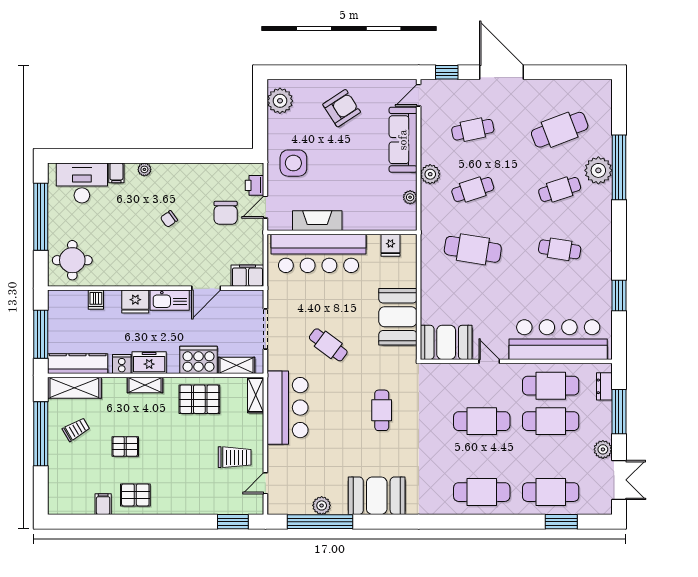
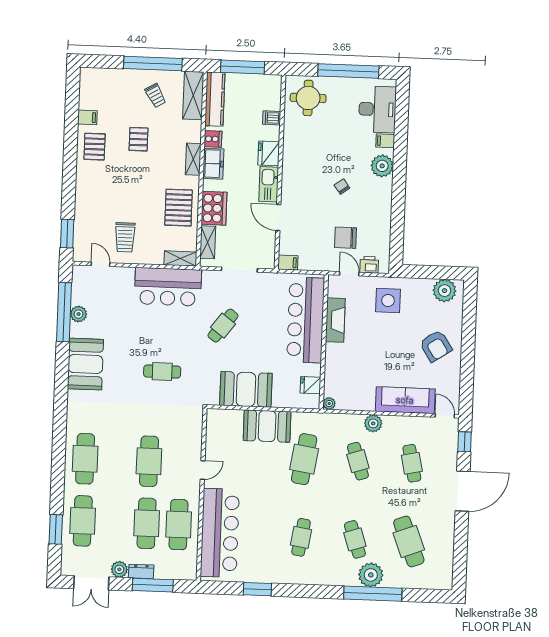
plant: (144, 169) -> (382, 166), width x1.87, depth x1.87
plant: (410, 197) -> (329, 403), moved
filing cabinet: (247, 276) -> (288, 263), width x0.50
booth: (446, 342) -> (267, 426), moved, turned 90
dresser: (604, 386) -> (141, 571), moved

